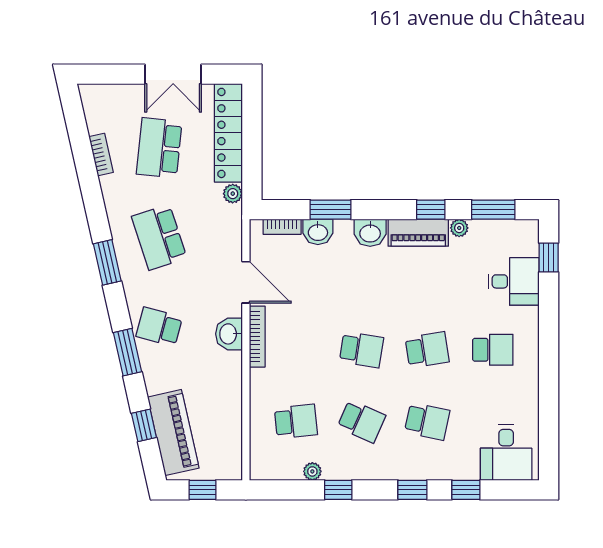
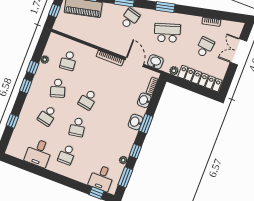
double door: (173, 74) -> (238, 52), moved
school desk: (159, 148) -> (205, 47), width x0.54
window: (330, 210) -> (146, 124), moved
piano: (418, 233) -> (128, 142), removed
desk: (514, 281) -> (102, 178), moved
door: (246, 282) -> (135, 62), swing flipped
washbasin: (229, 334) -> (155, 62), moved
school desk: (361, 421) -> (58, 88), turned -42
desk: (506, 453) -> (39, 153), moved, turned -90
window: (412, 490) -> (26, 86), moved

